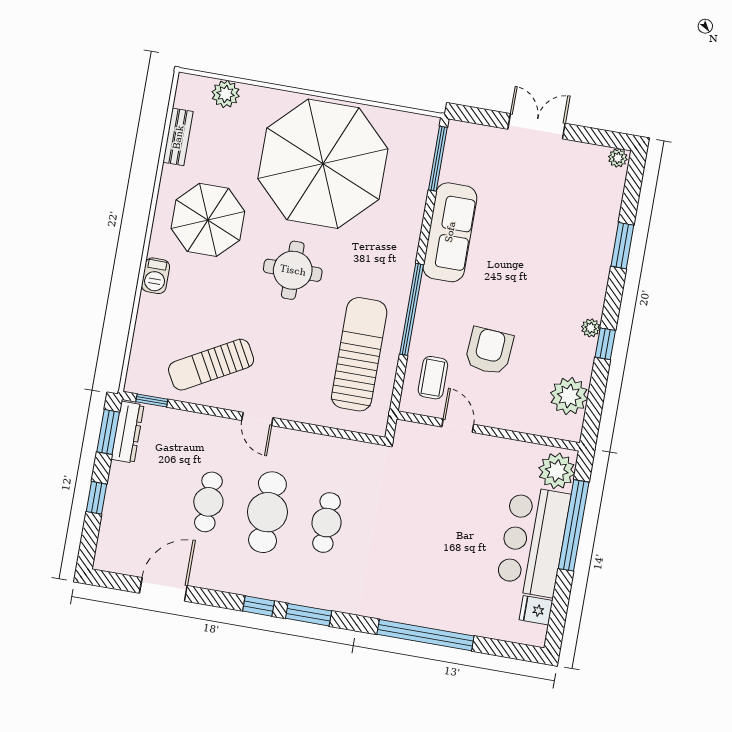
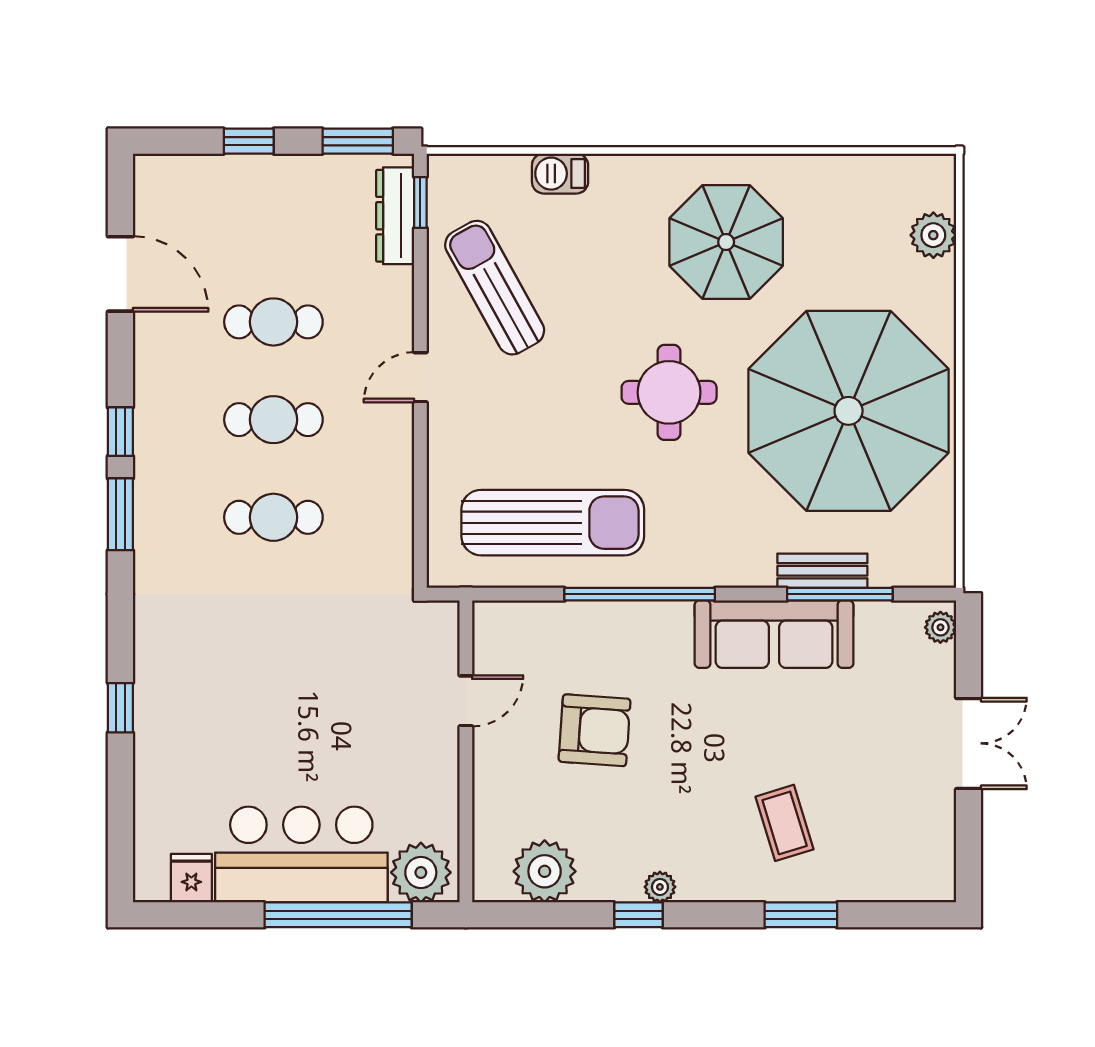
bench: (178, 137) -> (822, 571), moved
plant: (618, 158) -> (940, 627), moved
window: (438, 159) -> (840, 594), moved
barbecue: (156, 276) -> (560, 174), moved
coffee table: (433, 378) -> (785, 823), moved, turned 73
dresser: (128, 432) -> (395, 216), moved, turned 90
cafe table: (267, 512) -> (273, 420), width x0.73, depth x0.74
window: (425, 635) -> (120, 708), width x0.32

